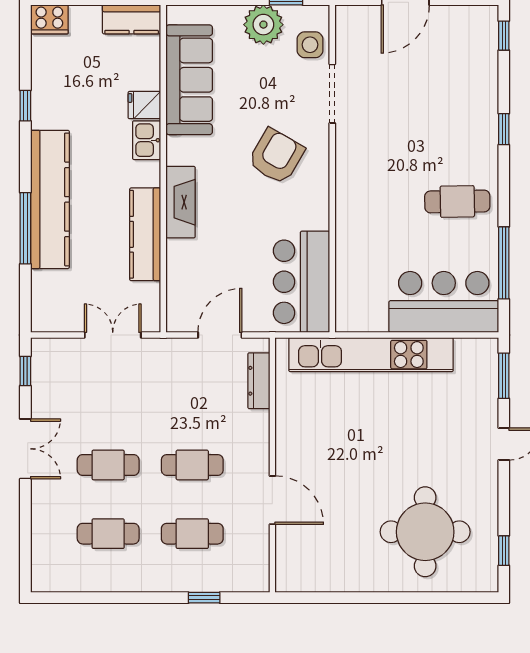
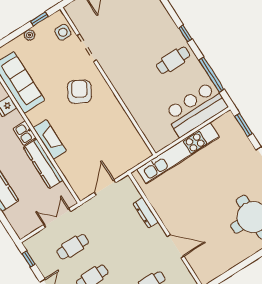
plant: (263, 25) -> (30, 35), width x0.53, depth x0.53
window: (504, 129) -> (185, 34), moved
kitchen sink: (147, 140) -> (24, 133), moved
bar counter: (301, 282) -> (126, 141), removed
dresser: (259, 381) -> (146, 213), moved
cafe table: (192, 465) -> (73, 247), moved

